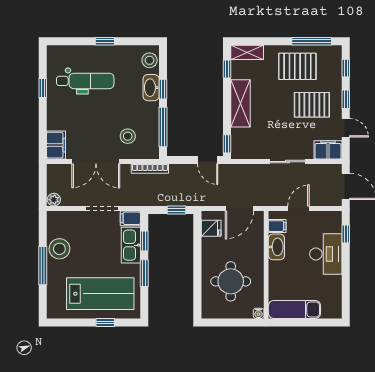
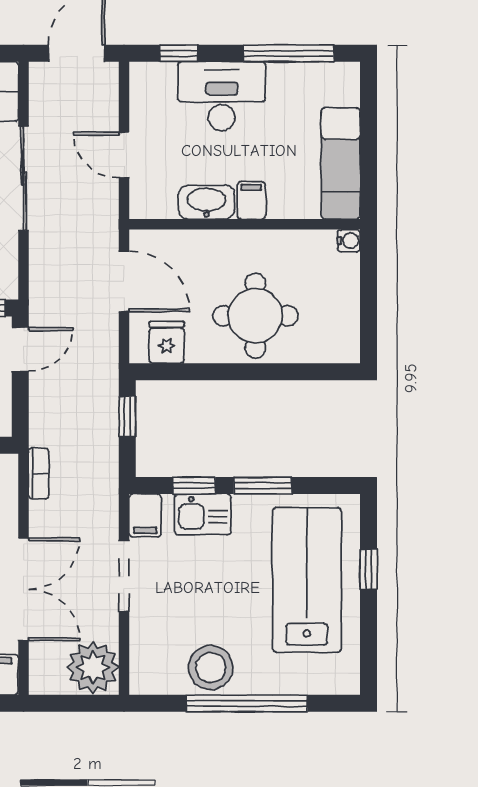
sliding door: (288, 162) -> (23, 178), width x1.37
bookcase: (150, 169) -> (39, 473), width x0.64
plant: (54, 200) -> (93, 667), width x1.88, depth x1.88
filing cabinet: (277, 226) -> (251, 200), moved
kitchen sink: (131, 245) -> (203, 514), width x0.73
window: (43, 266) -> (247, 703), width x1.46
round table: (231, 281) -> (255, 316), moved
window: (346, 285) -> (289, 53), added

